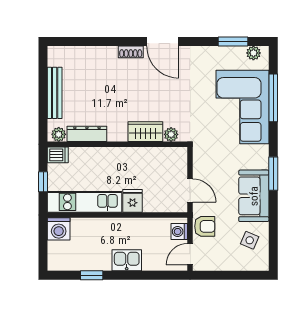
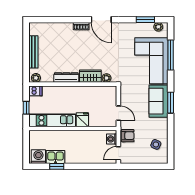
dresser: (87, 134) -> (66, 78), moved
sofa: (254, 196) -> (158, 101), moved
washing machine: (59, 229) -> (38, 157), moved, turned 180
kitchen sink: (127, 260) -> (56, 157), moved

